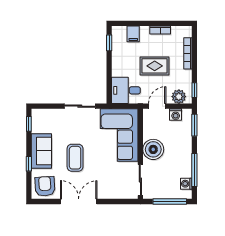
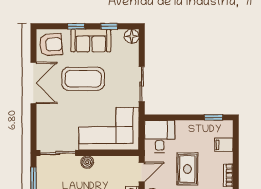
door: (157, 106) -> (142, 172), hinge flipped
floor lamp: (38, 115) -> (132, 36), added
window: (29, 124) -> (109, 26), moved
boiler: (153, 149) -> (87, 162), width x0.54, depth x0.54
coffee table: (75, 158) -> (83, 79), width x1.36, depth x1.32

